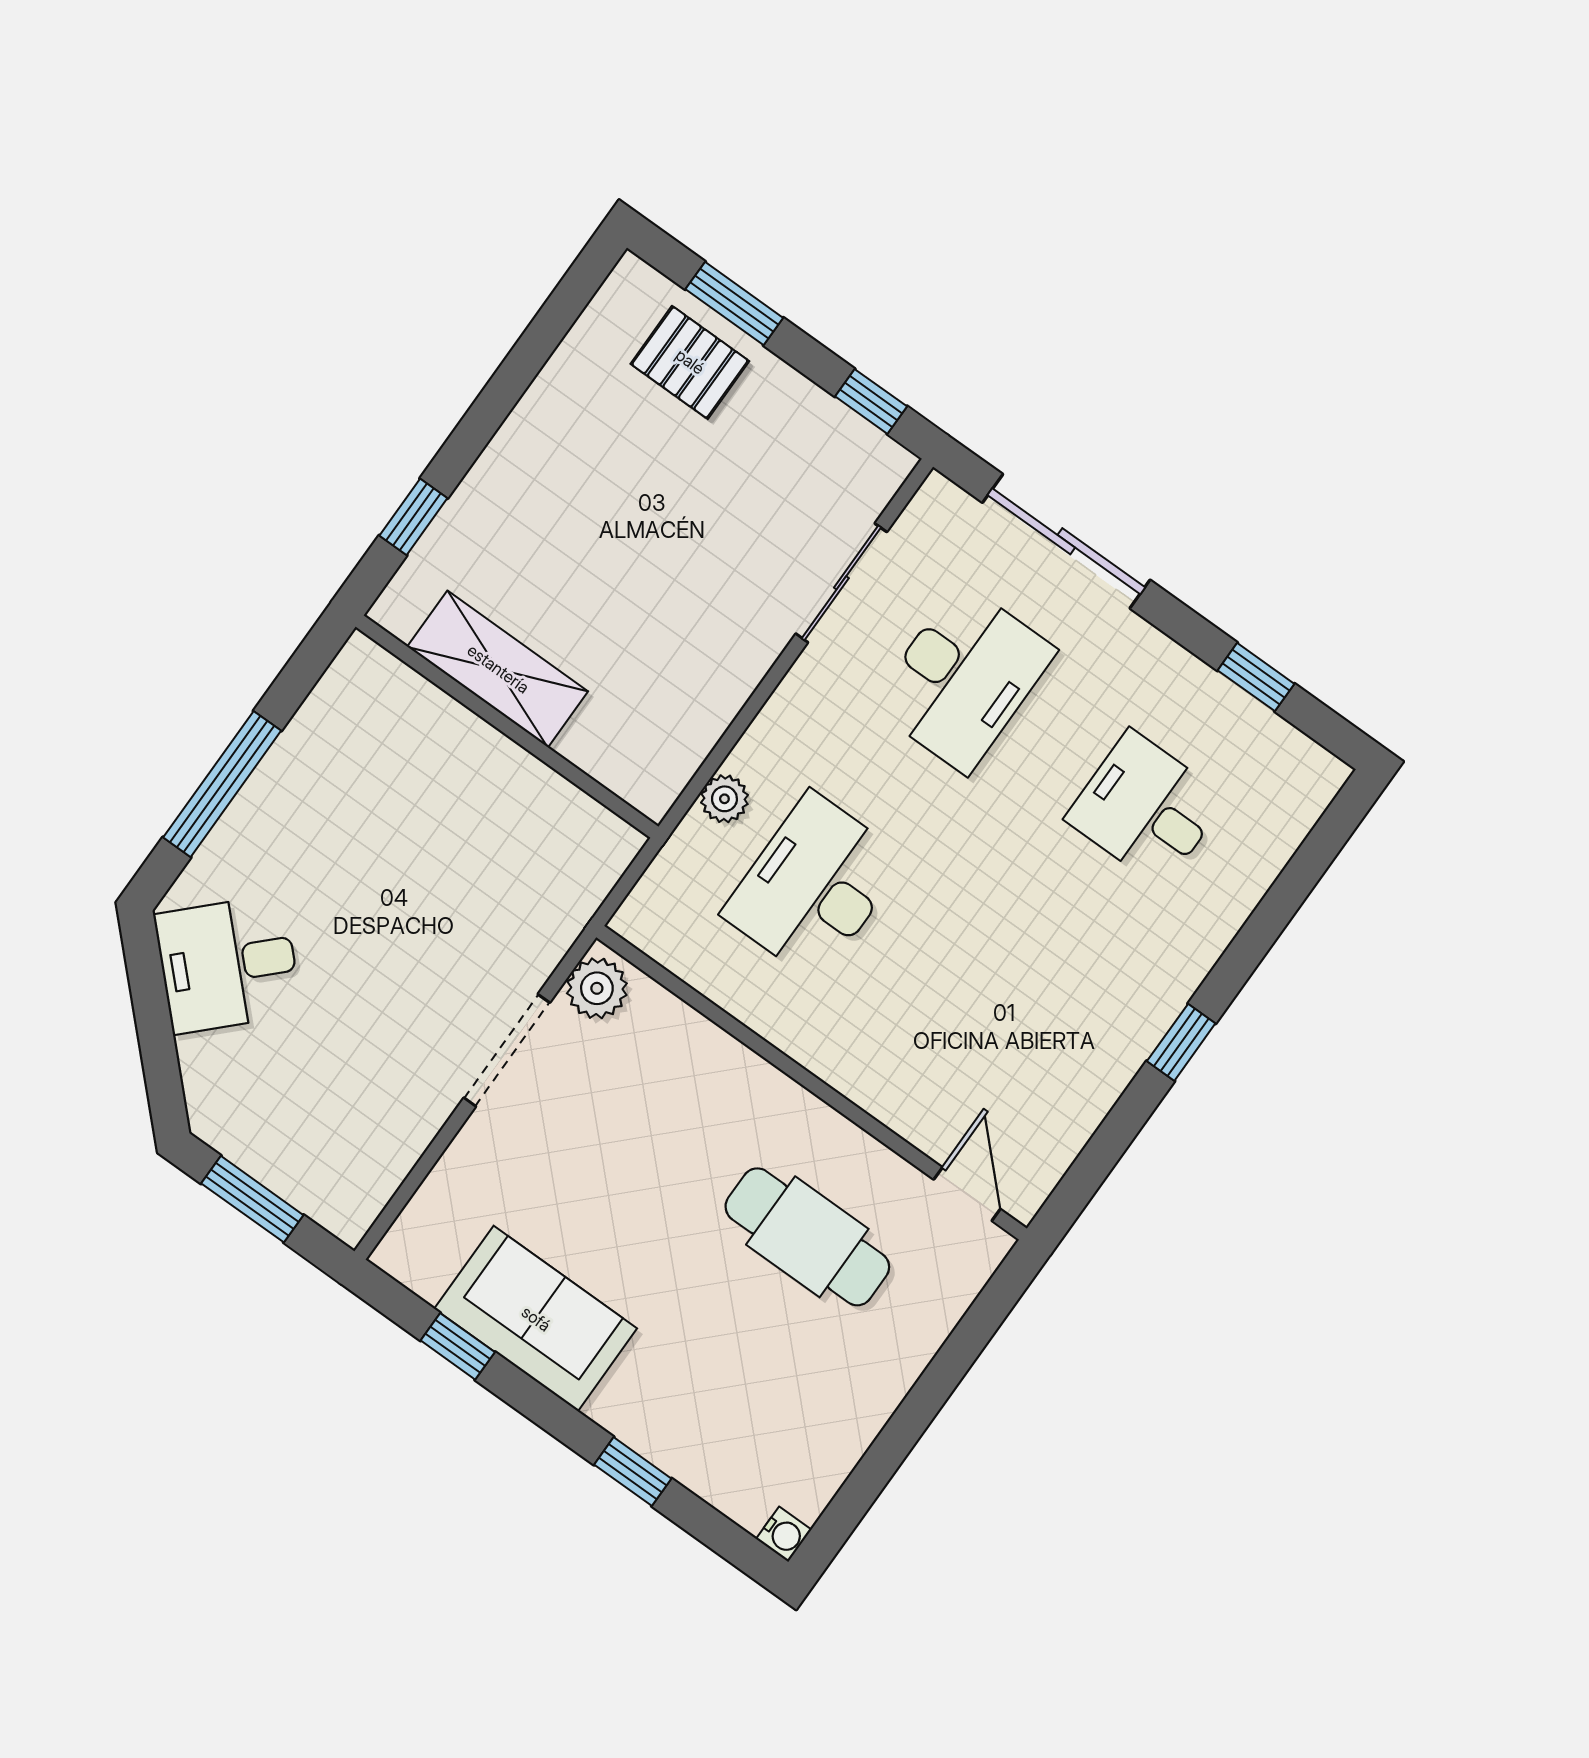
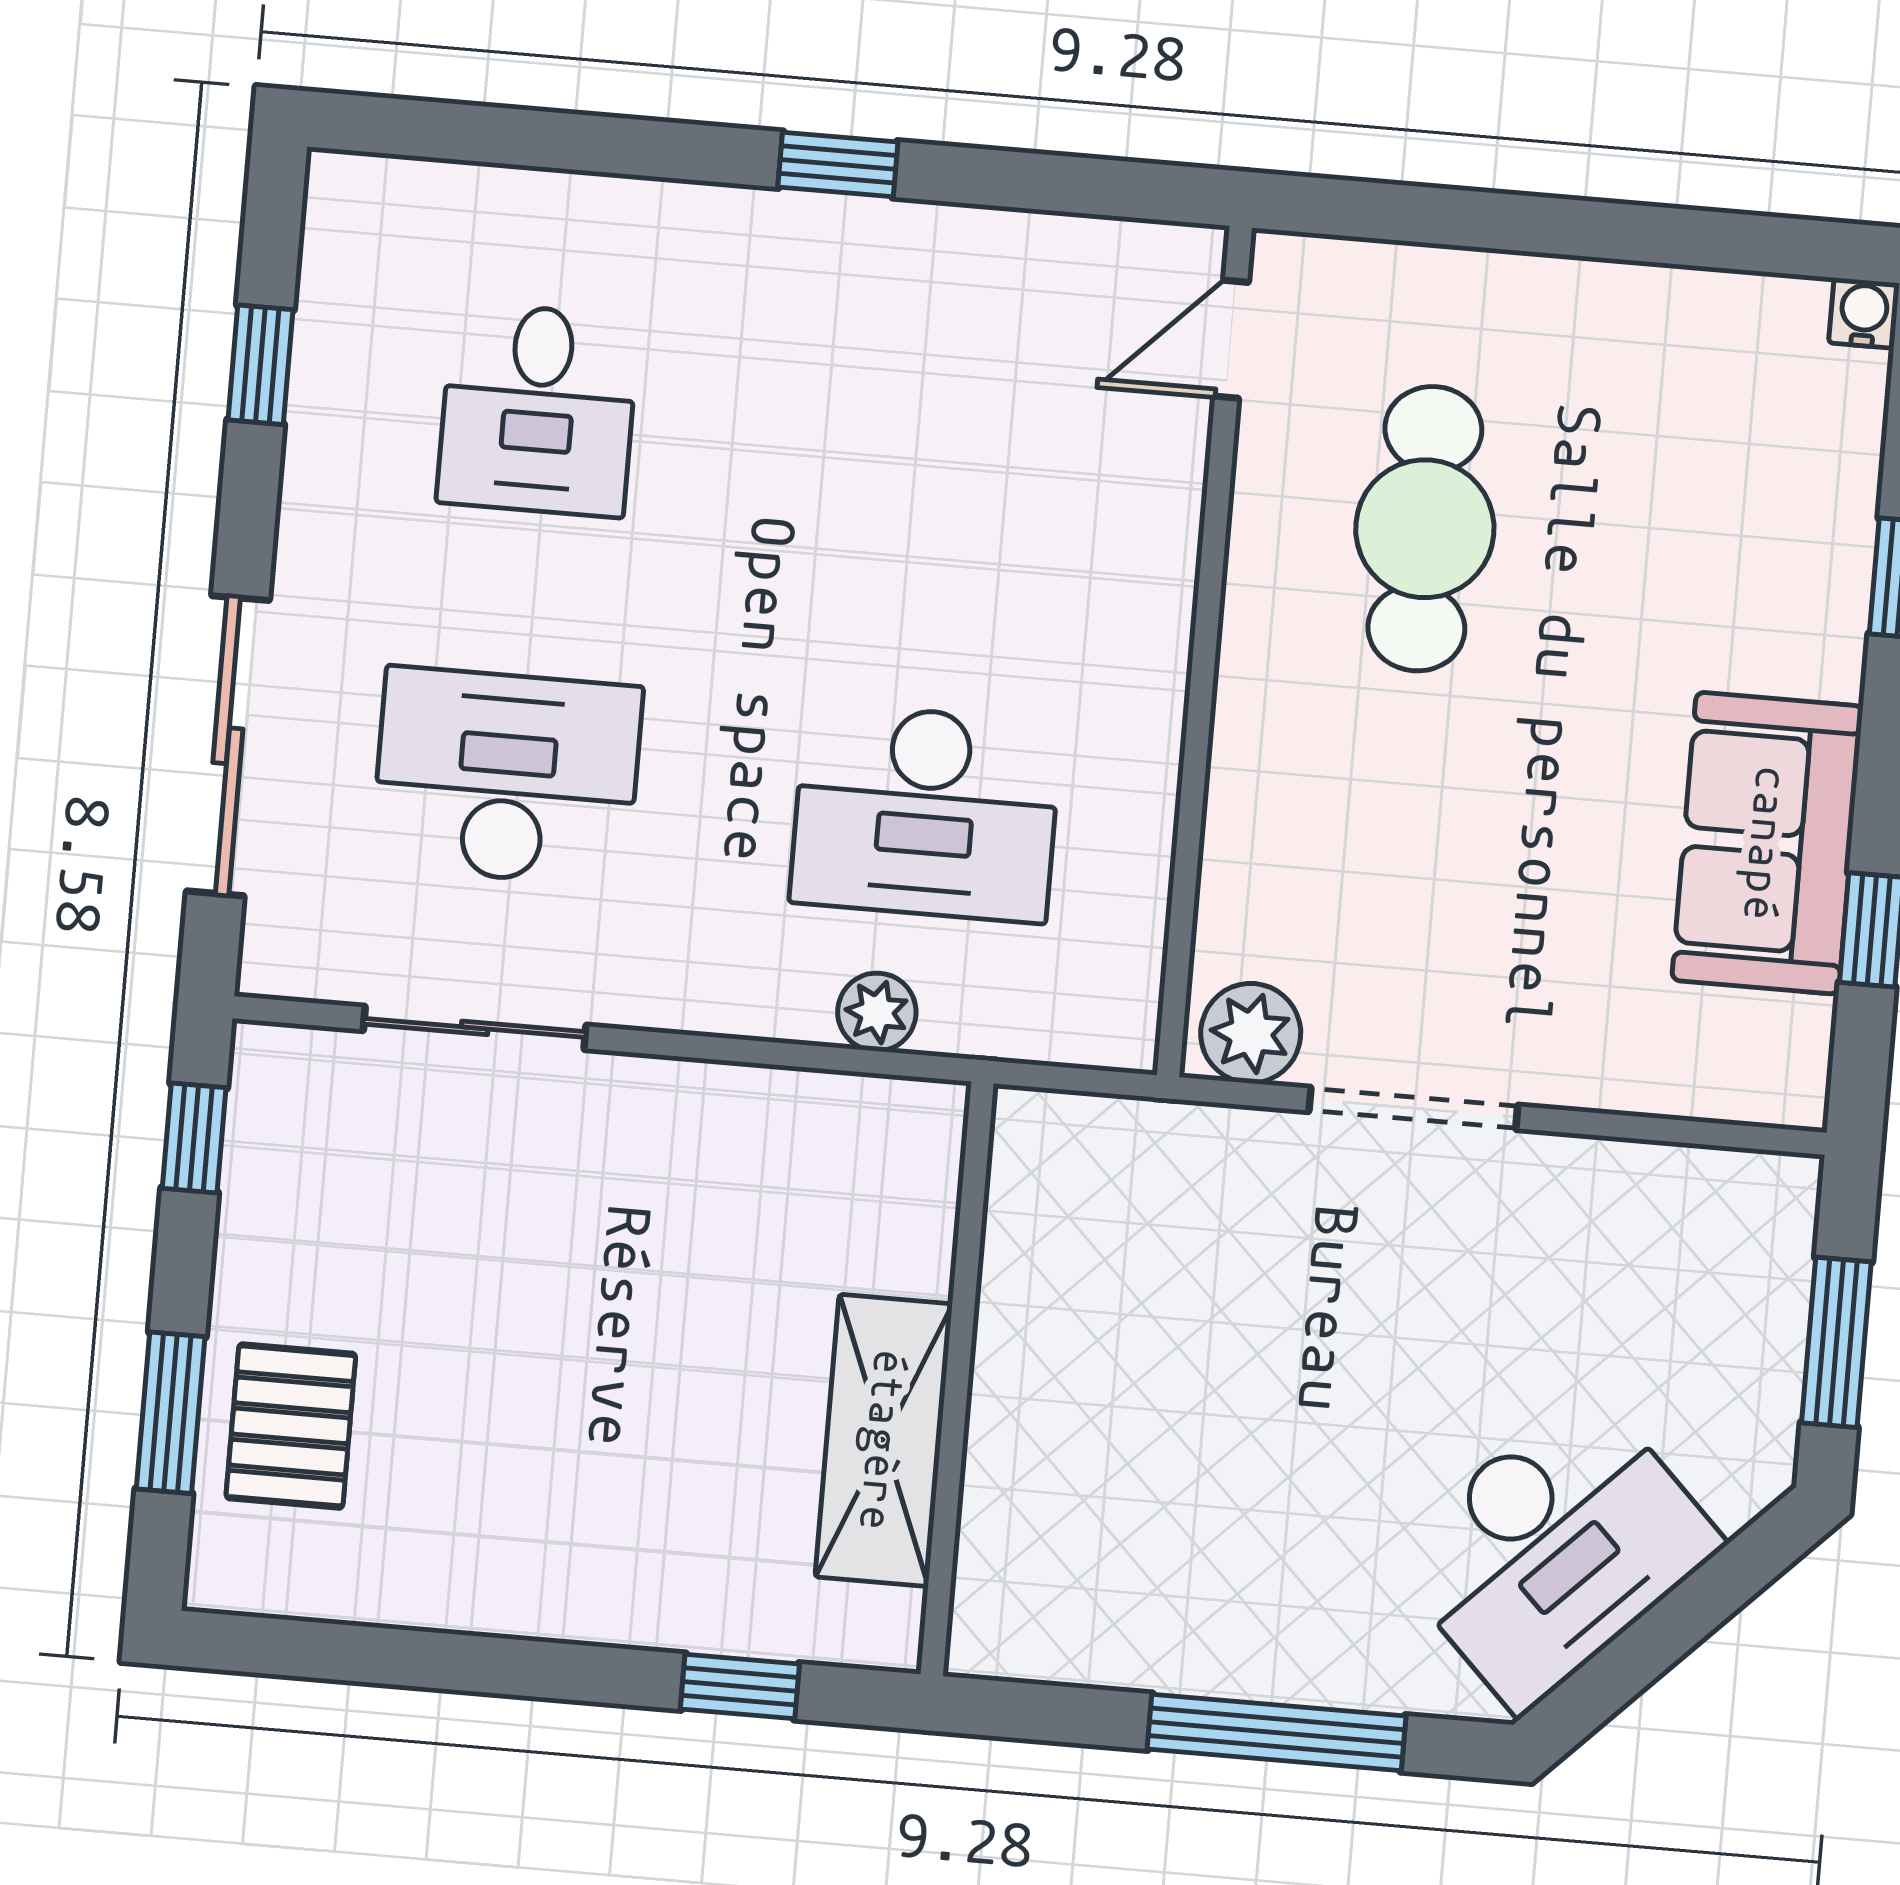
desk: (228, 964) -> (1554, 1549), width x1.37

